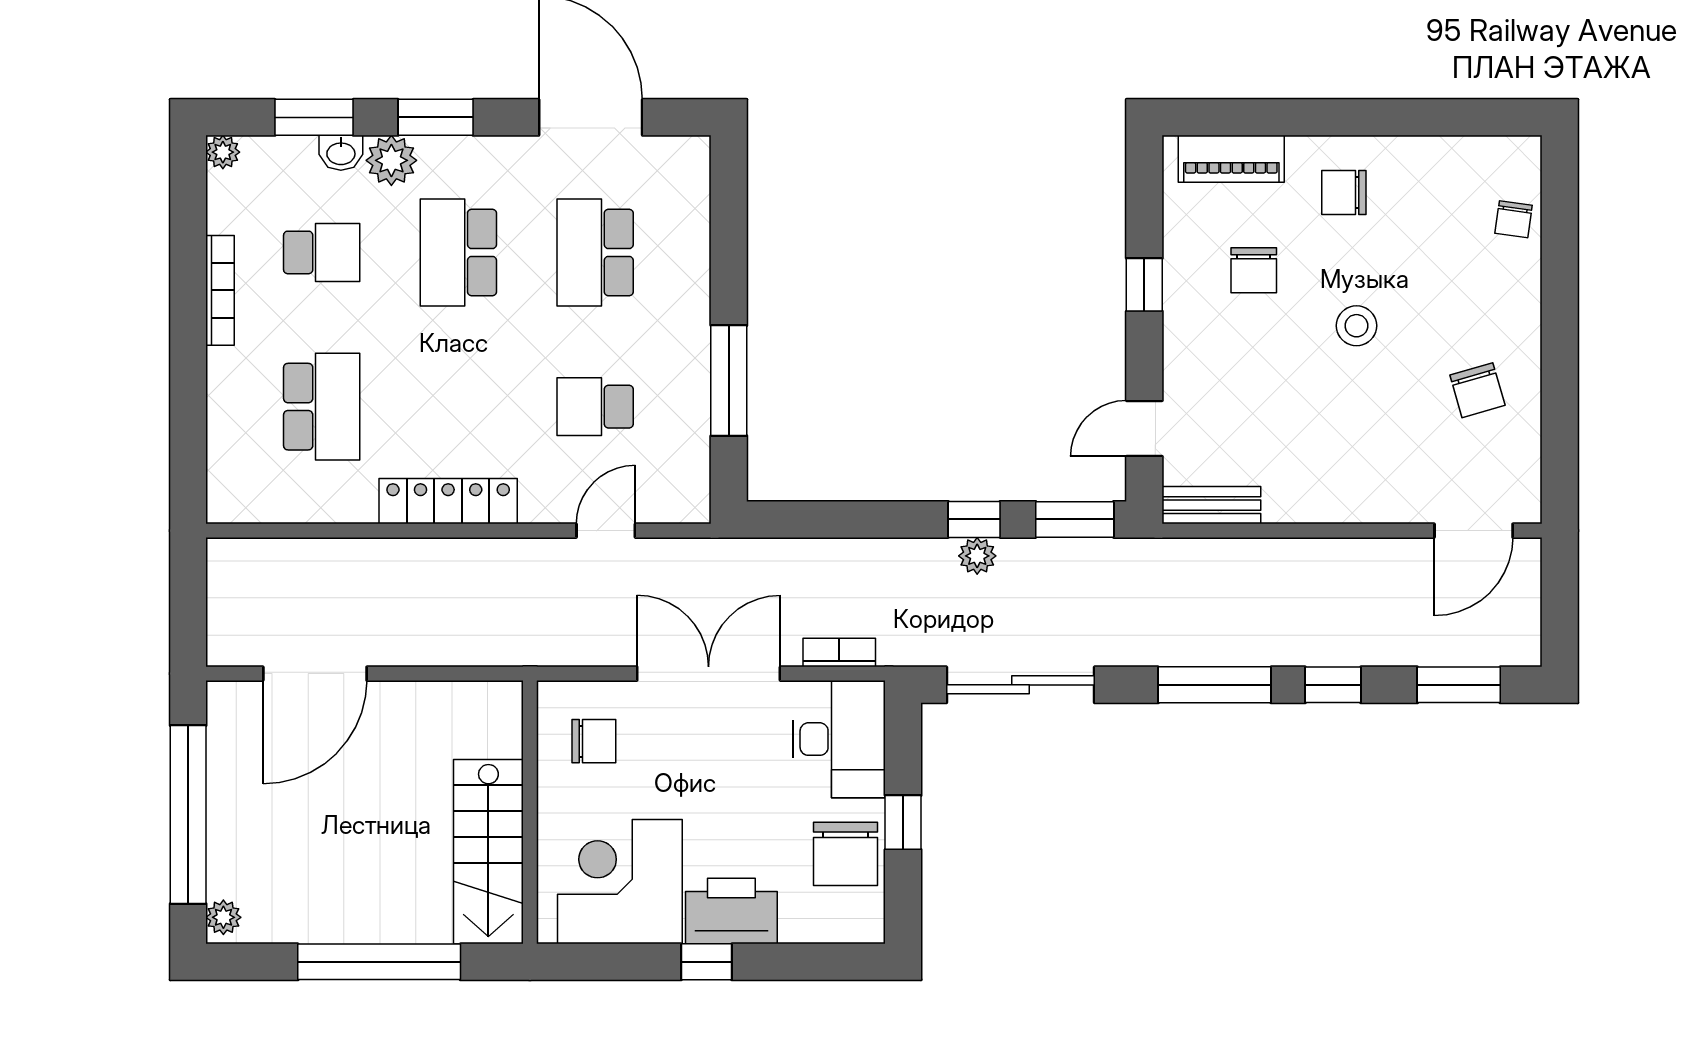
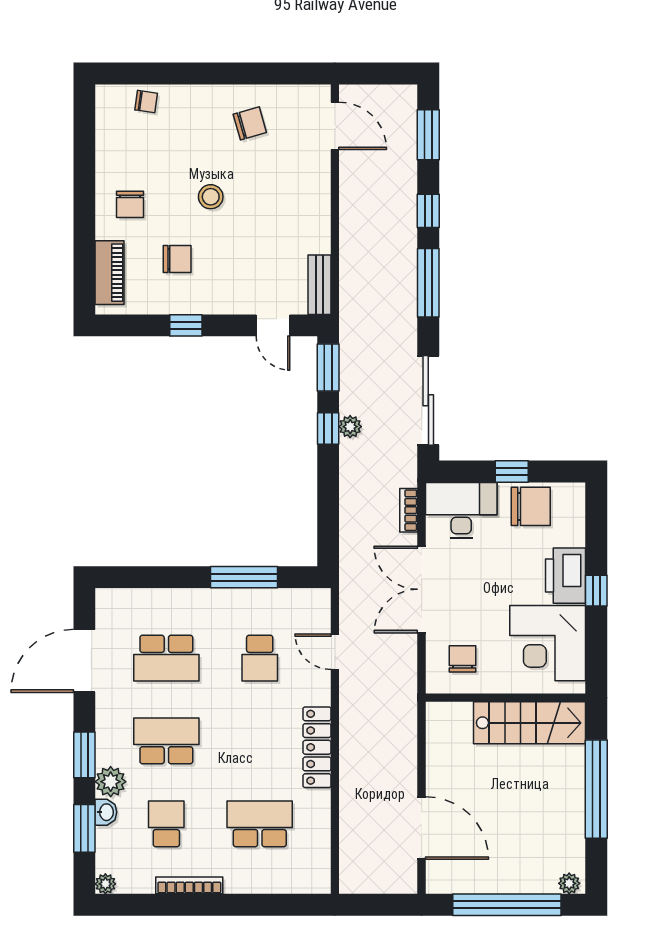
school desk: (458, 252) -> (166, 741), turned 180

